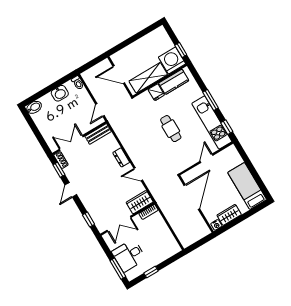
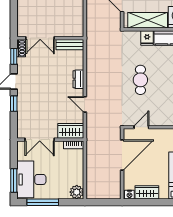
door: (100, 110) -> (85, 23), removed
double door: (71, 143) -> (40, 38), swing flipped
door: (206, 158) -> (141, 127), moved
window: (89, 220) -> (14, 104), moved
plant: (173, 248) -> (77, 192), added
desk: (129, 255) -> (31, 179), width x1.37
window: (151, 272) -> (43, 202), width x2.17

